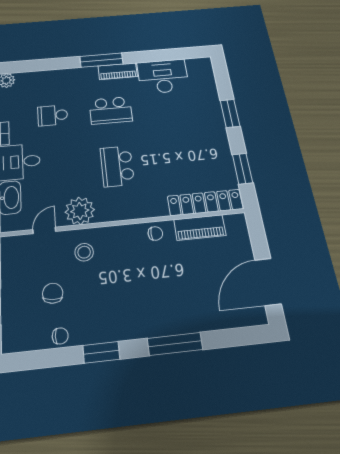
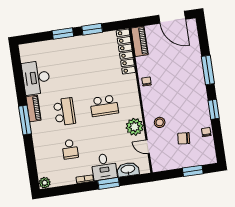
window: (242, 169) -> (92, 29), moved
piano: (200, 227) -> (140, 41), moved

